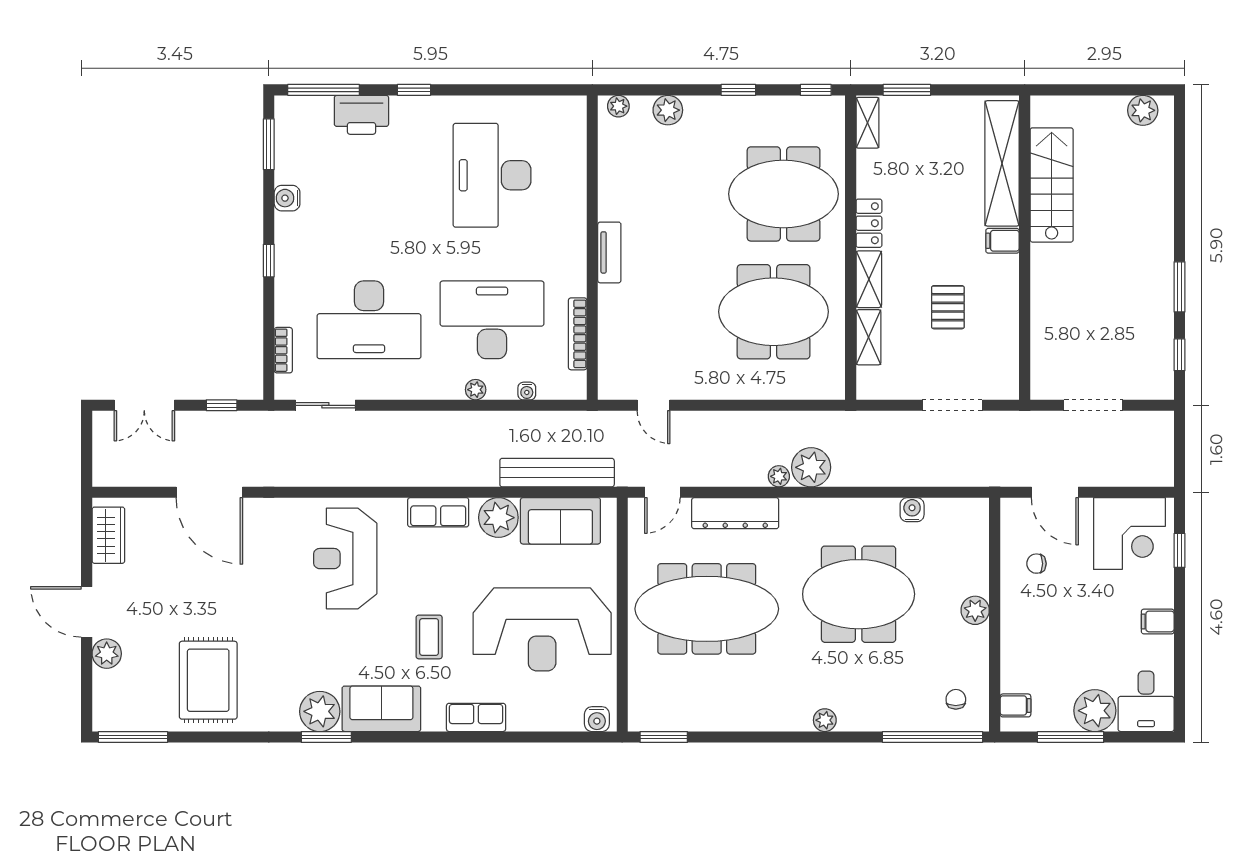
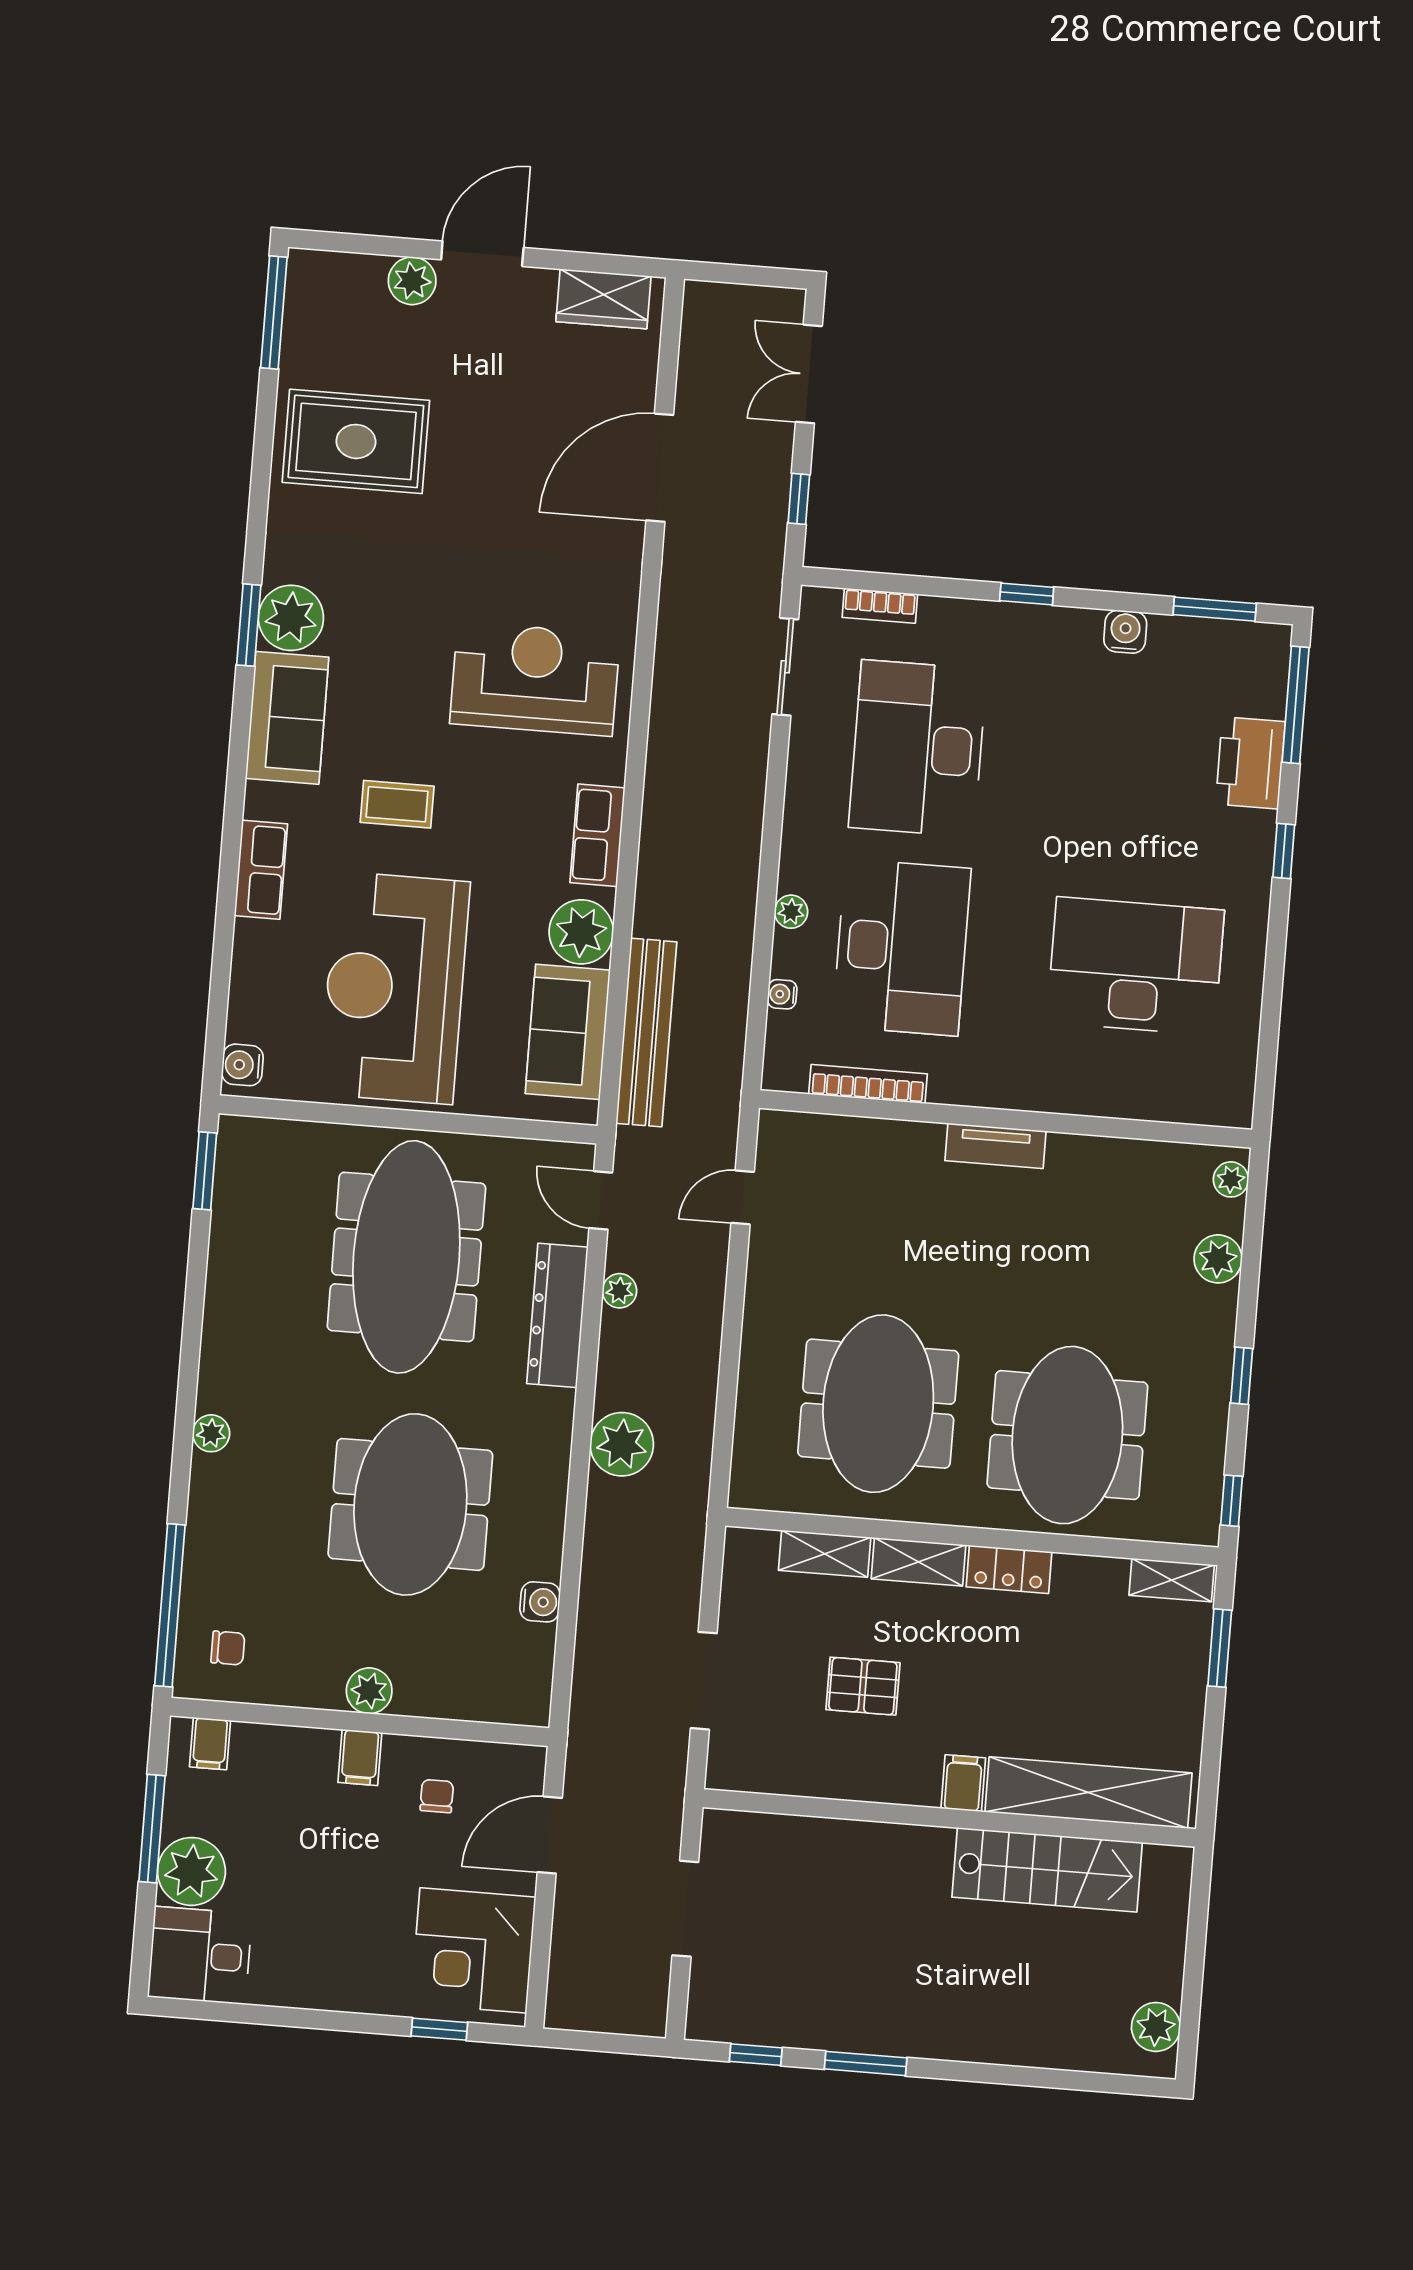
plant: (779, 476) -> (620, 1291), moved
filing cabinet: (1158, 621) -> (360, 1757), moved, turned 180

